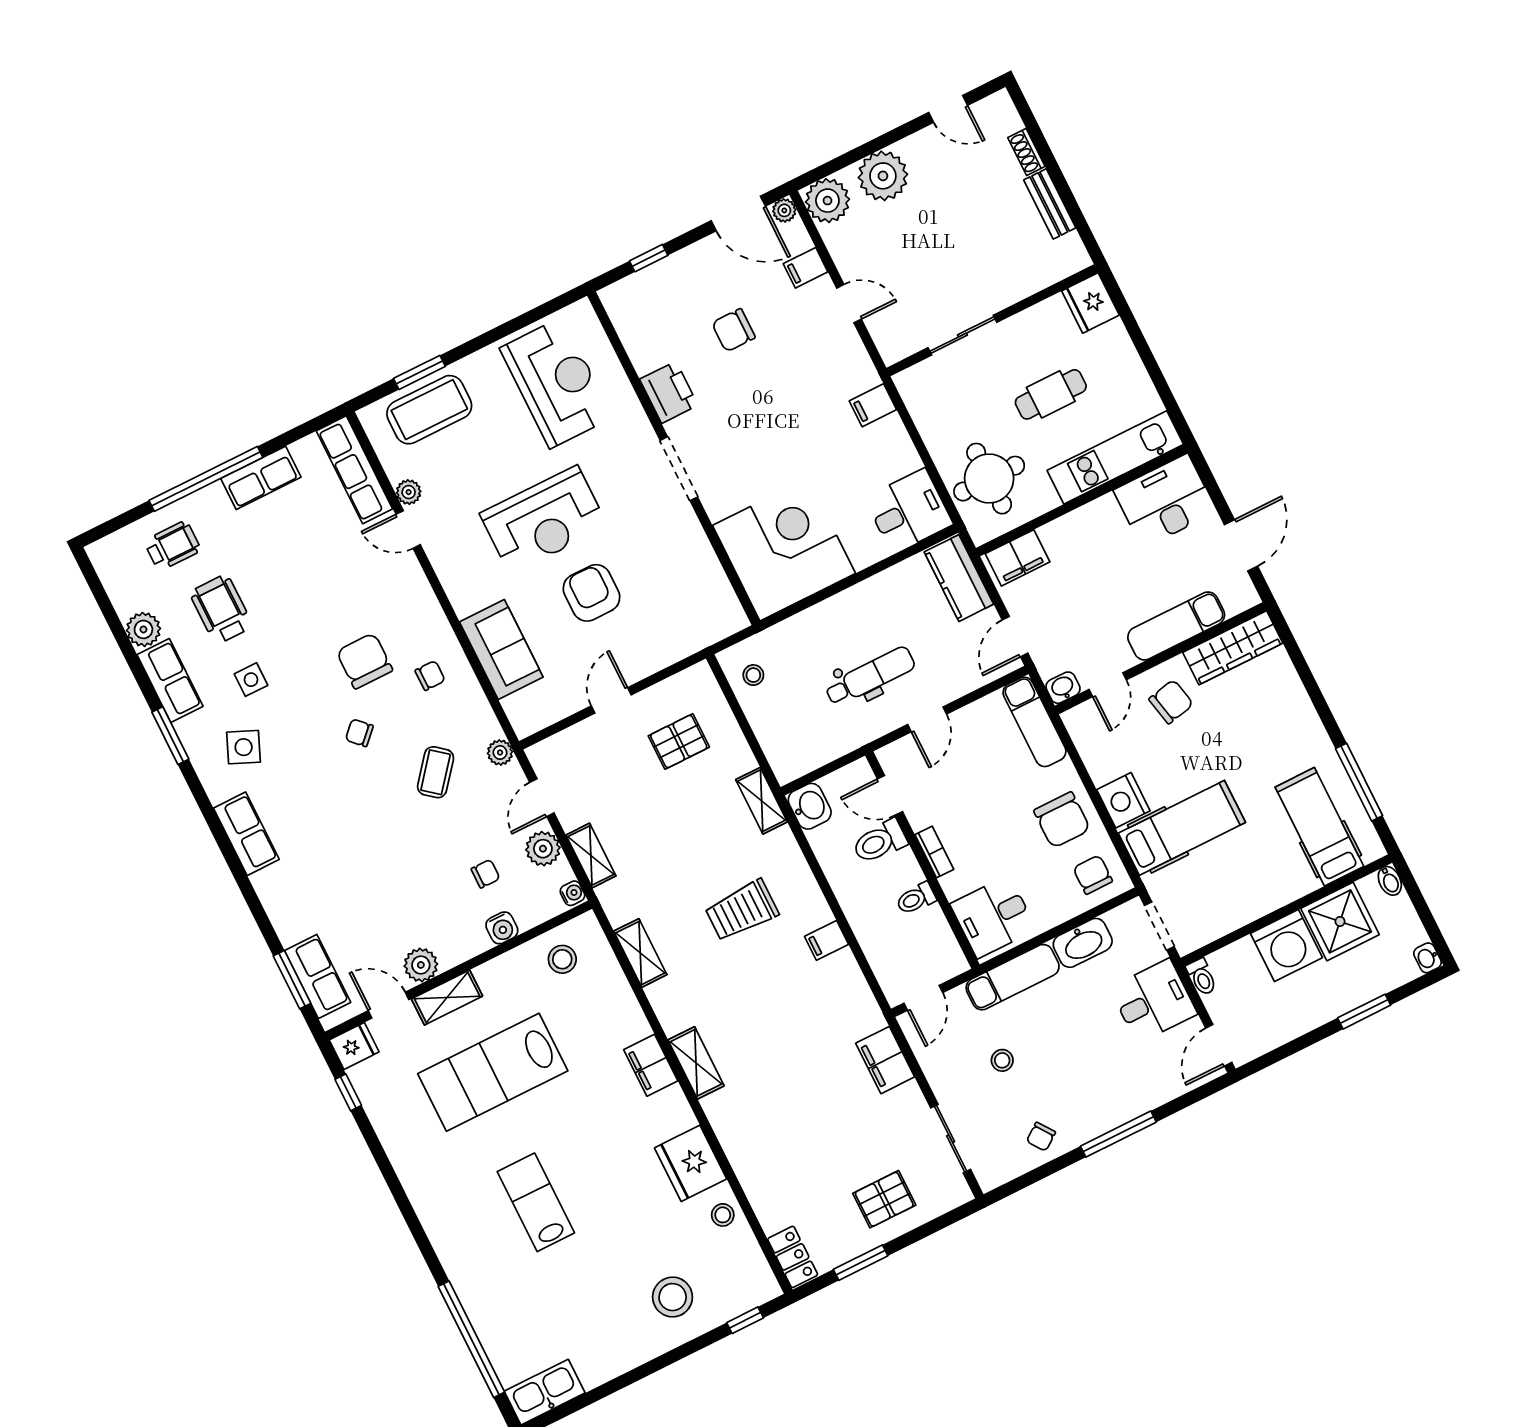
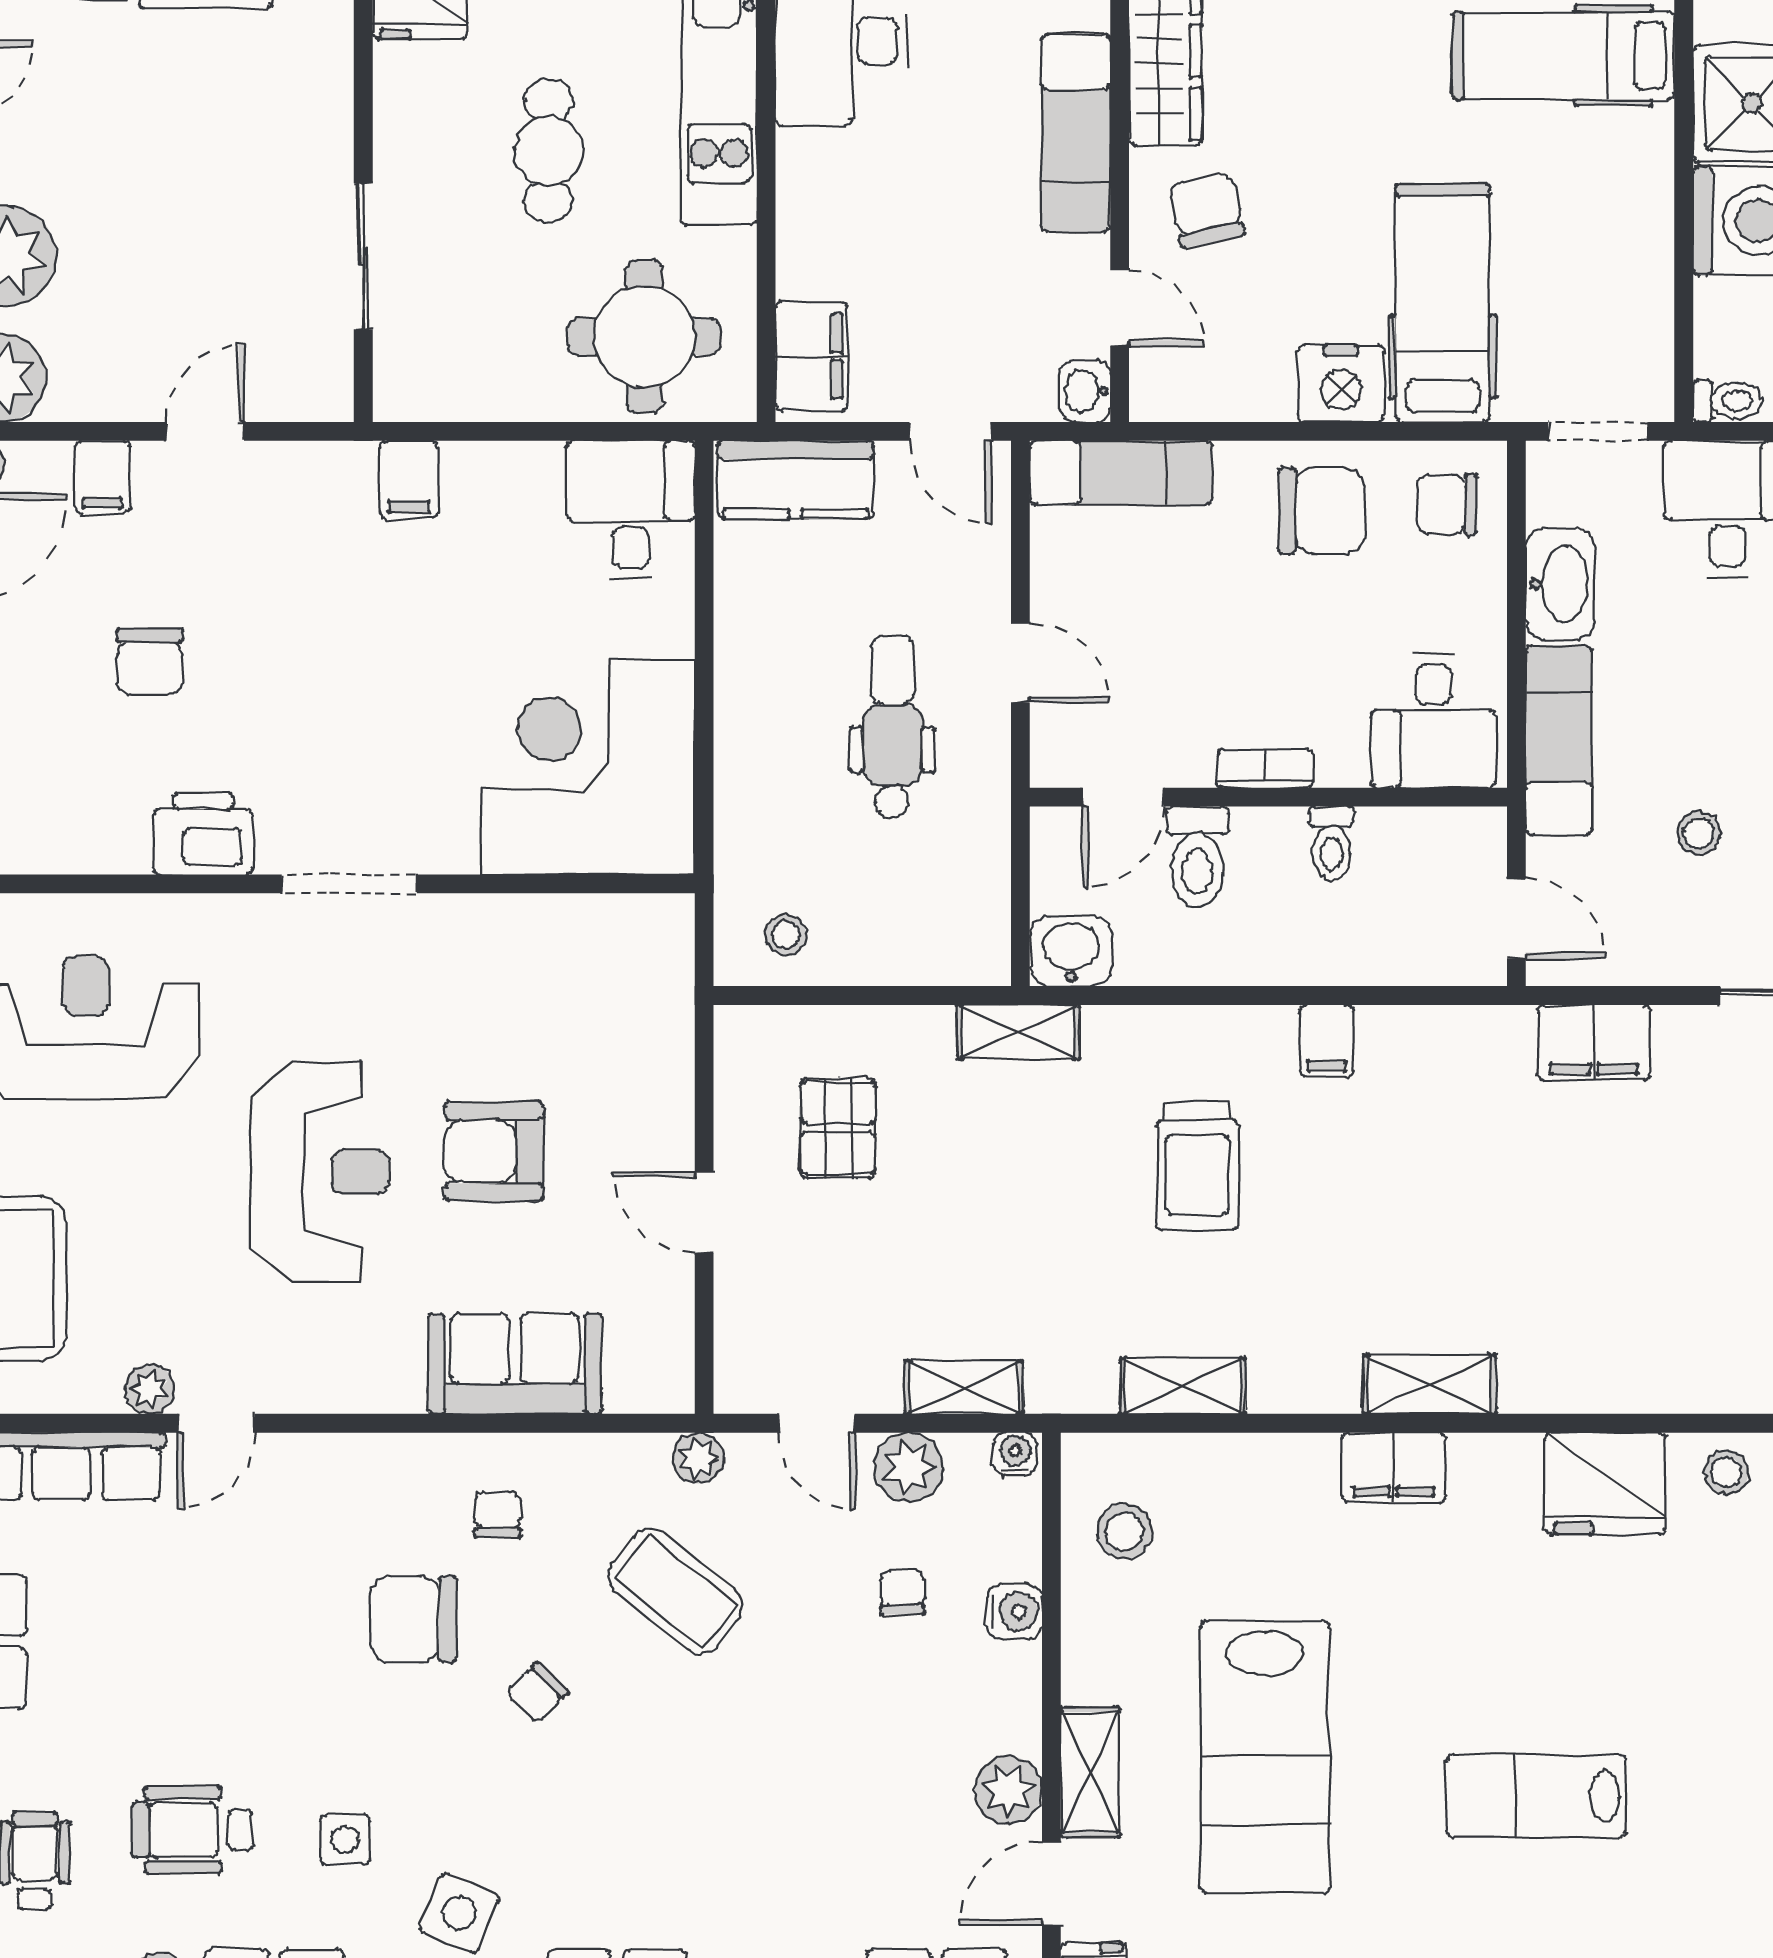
coffee table: (436, 772) -> (676, 1591), width x1.36, depth x1.30

